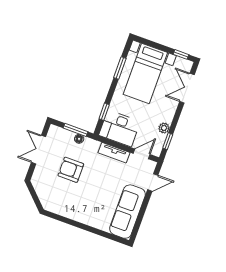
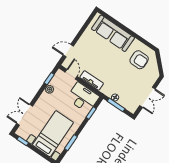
double door: (187, 88) -> (25, 115), swing flipped
door: (142, 154) -> (71, 74), swing flipped
armchair: (71, 170) -> (139, 60), moved
sofa: (127, 212) -> (113, 33), moved, turned 90

